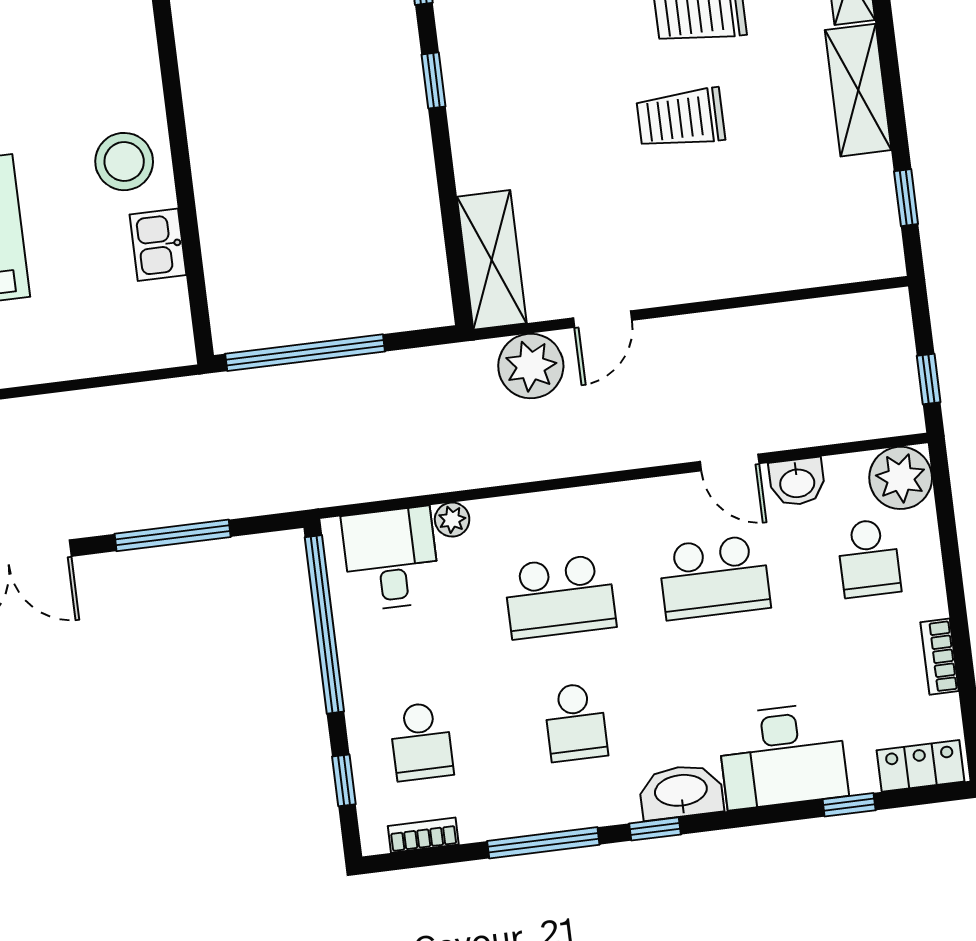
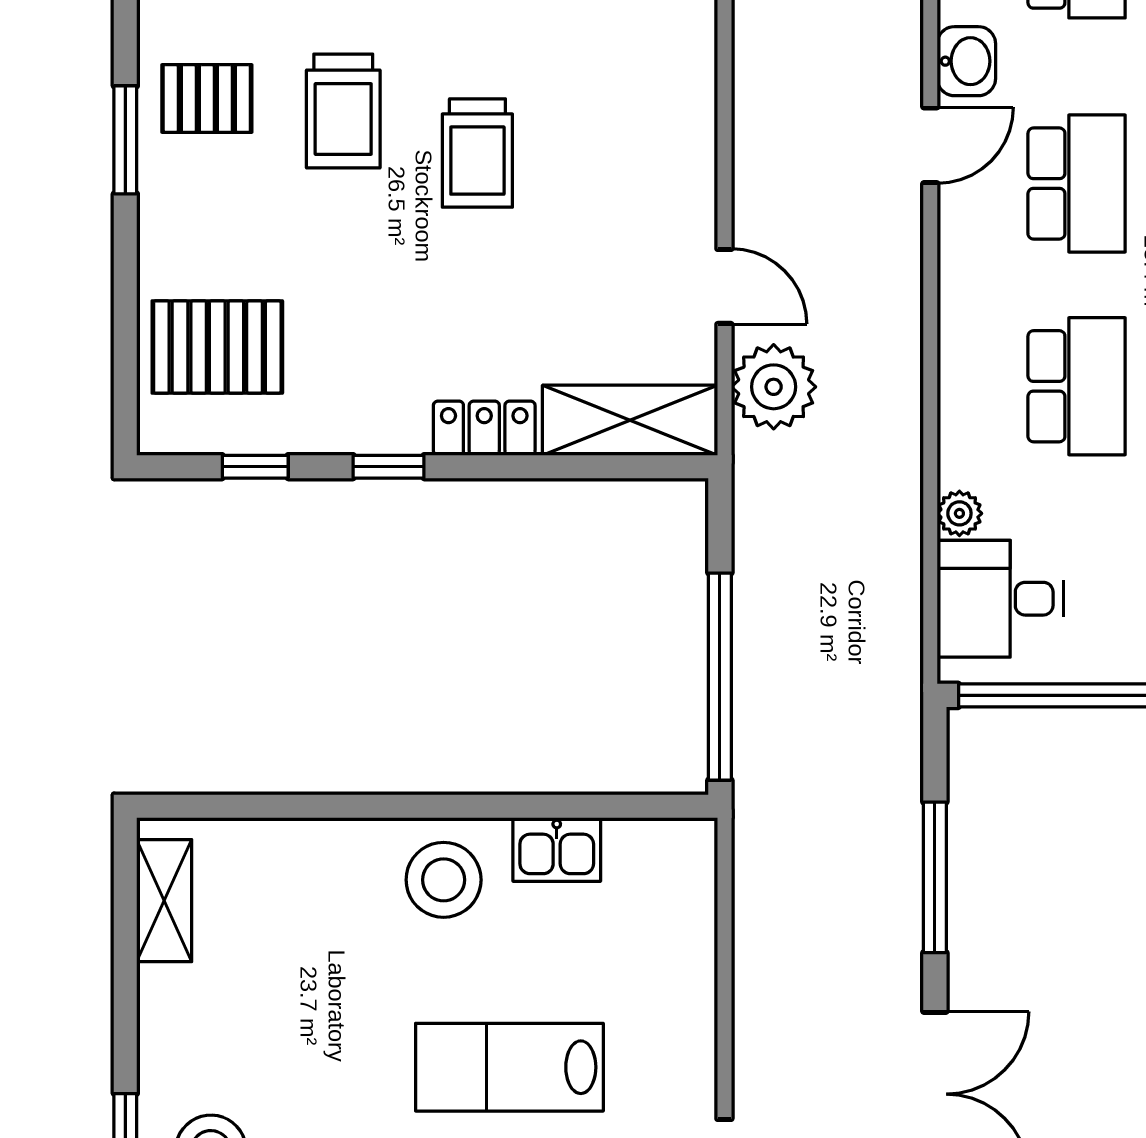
locker: (472, 150) -> (484, 428), added

